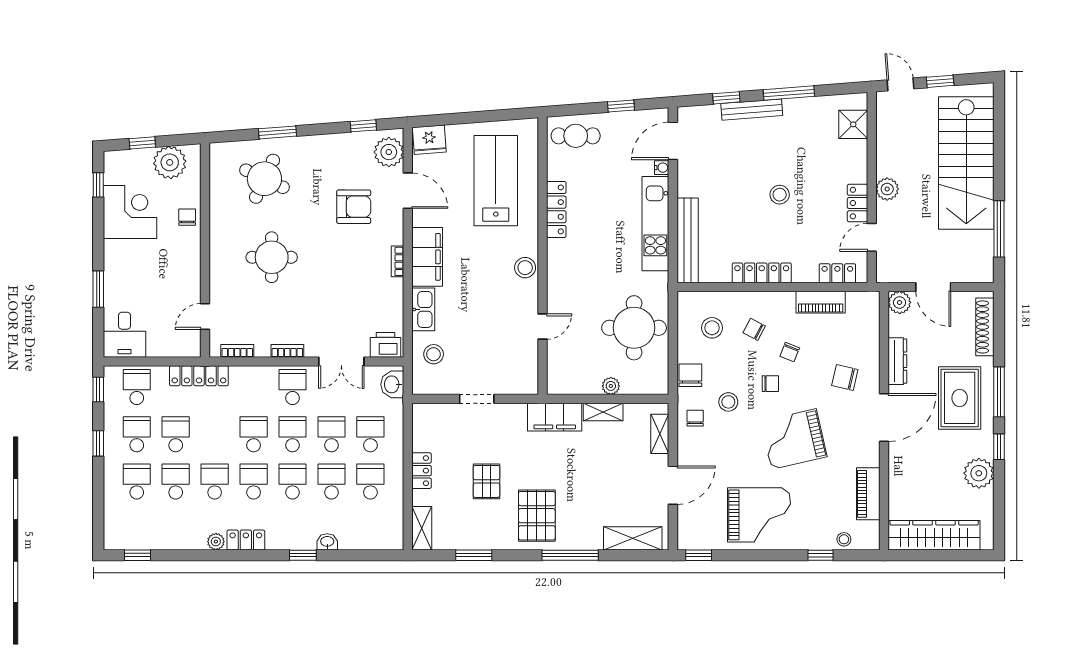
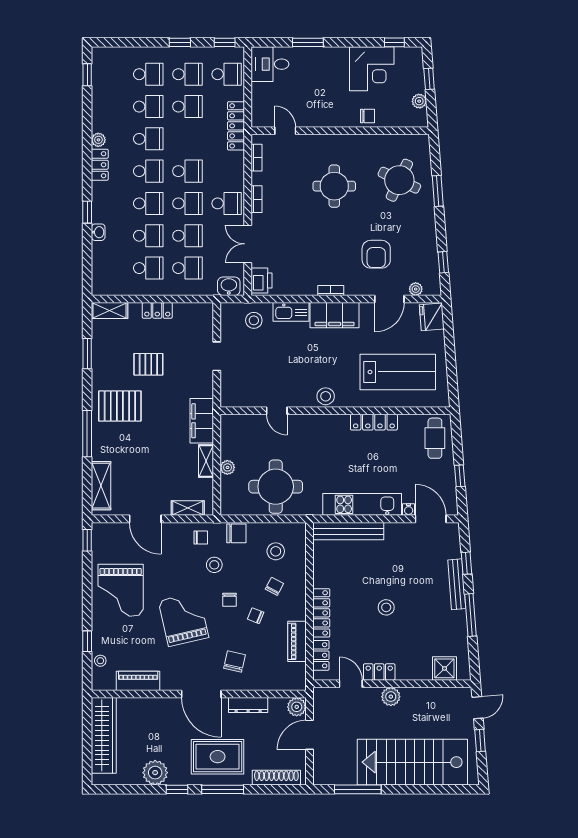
plant: (389, 152) -> (416, 289), width x0.53, depth x0.53
plant: (170, 162) -> (419, 101), width x0.53, depth x0.53
locker: (762, 273) -> (321, 613), moved

